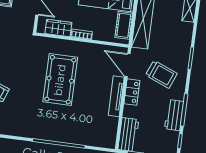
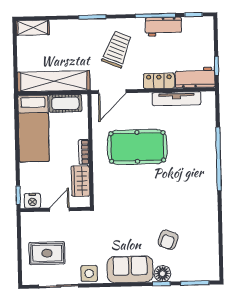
pool table: (60, 80) -> (137, 147), moved
locker: (132, 92) -> (159, 81), moved
tv unit: (116, 96) -> (176, 99), moved

